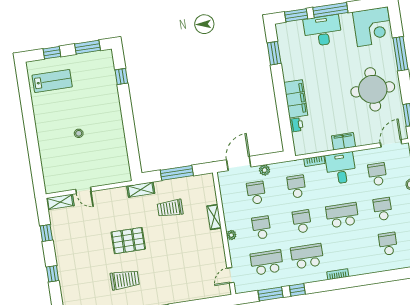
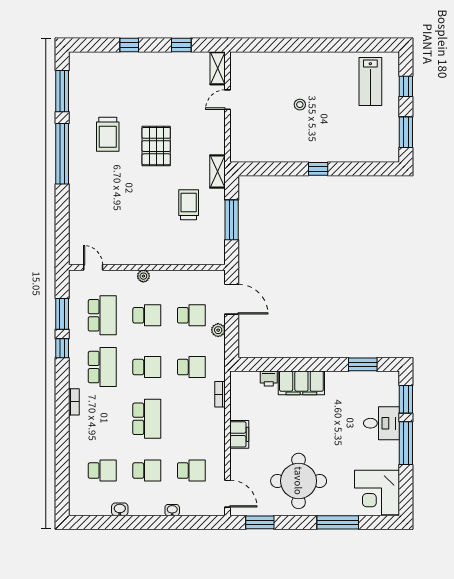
desk: (323, 31) -> (382, 423), width x0.73
window: (121, 76) -> (318, 169), moved
desk: (341, 168) -> (206, 426), removed
shelving: (214, 217) -> (169, 258), removed

